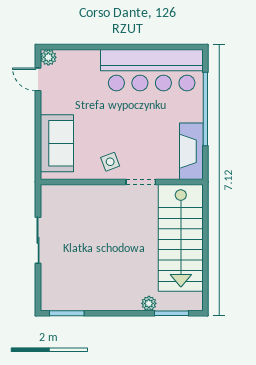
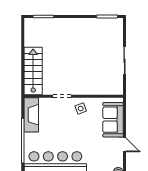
door: (38, 79) -> (124, 145), moved
stairs: (181, 238) -> (33, 71), width x0.73, depth x0.66
plant: (149, 303) -> (57, 22), removed

